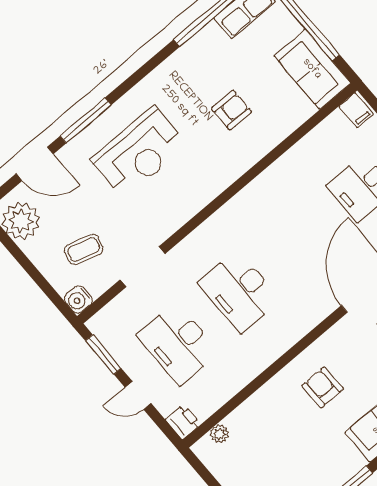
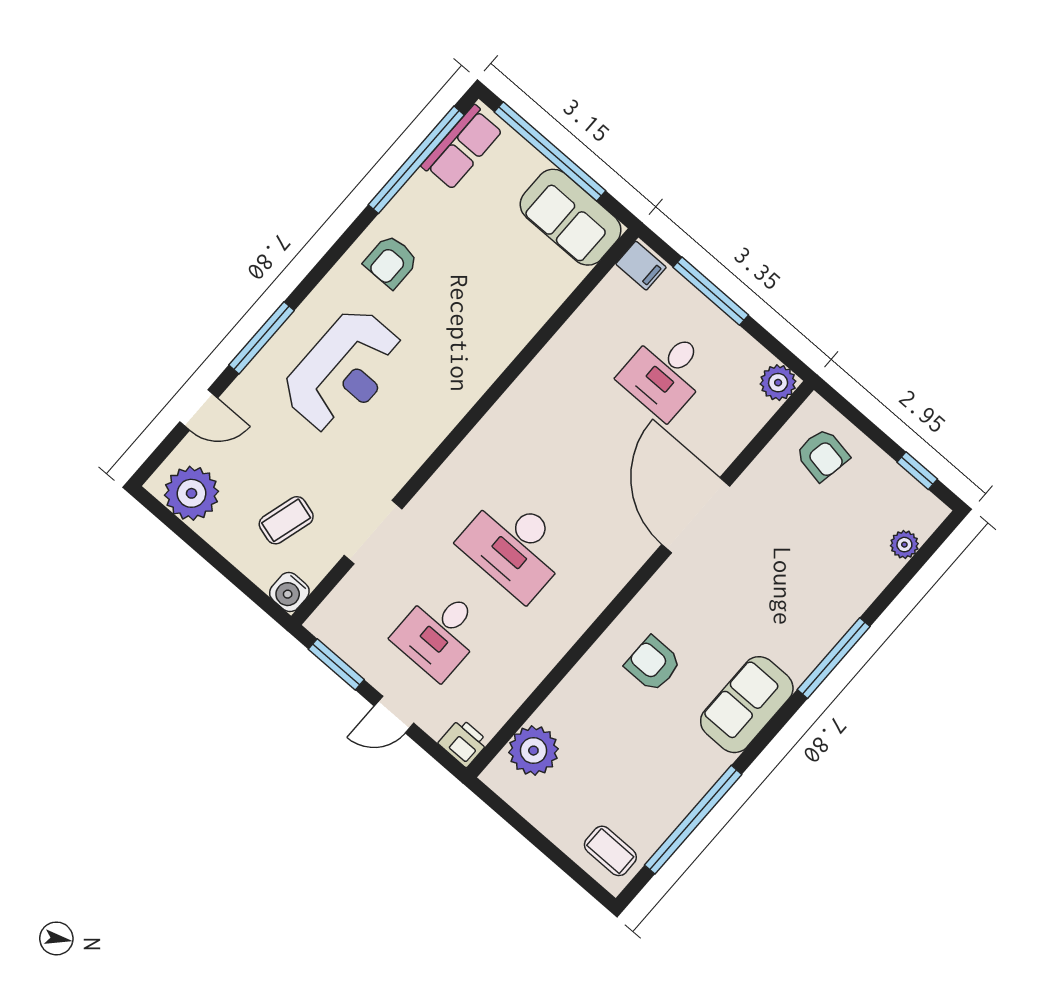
armchair: (232, 110) -> (391, 262), moved, turned 180
door: (35, 164) -> (199, 410), width x0.73
desk: (178, 343) -> (439, 633), width x0.73
plant: (219, 434) -> (533, 751), width x1.87, depth x1.87

